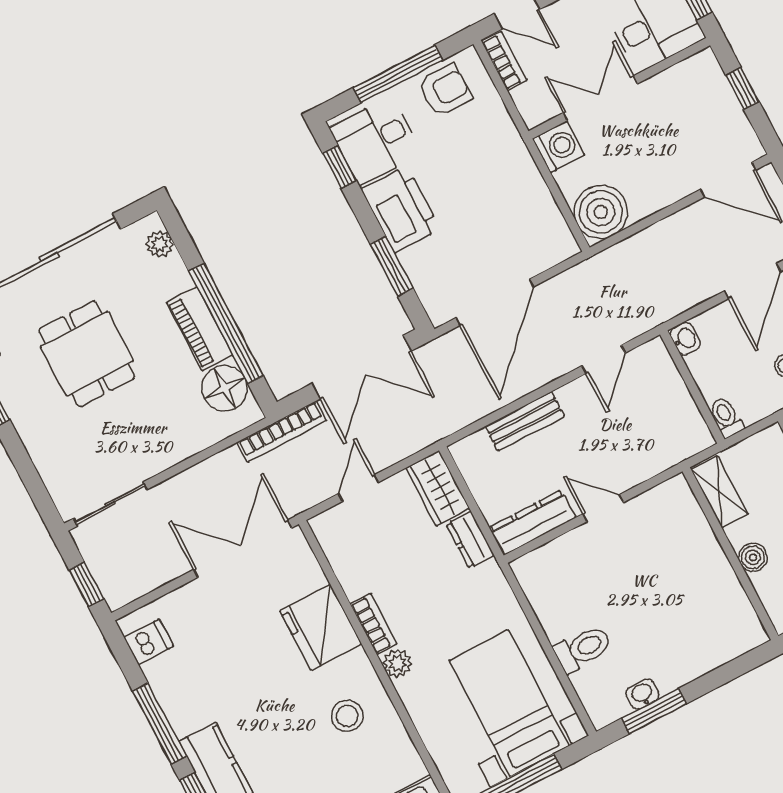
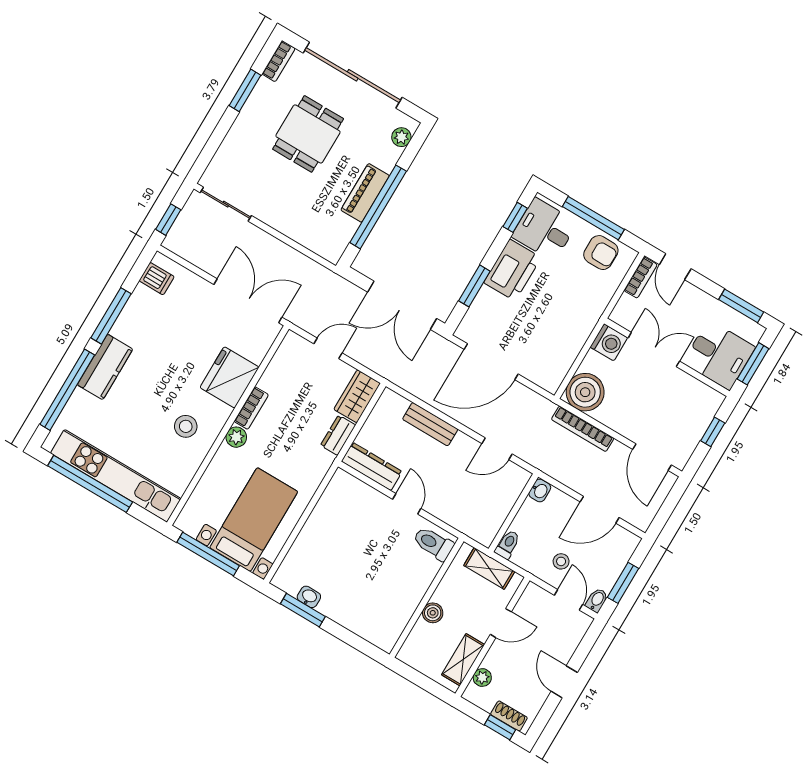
floor lamp: (225, 388) -> (338, 230), removed
bookcase: (282, 432) -> (583, 429), moved
shelving: (719, 492) -> (489, 568), moved, turned 90
toilet: (583, 649) -> (433, 543), moved, turned 180

